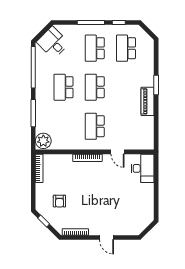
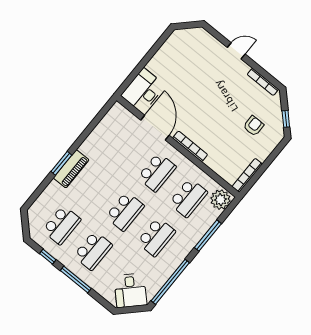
piano: (148, 101) -> (71, 169), moved
school desk: (64, 126) -> (188, 198), added
door: (118, 152) -> (155, 128), width x1.88
door: (107, 237) -> (236, 51), hinge flipped

